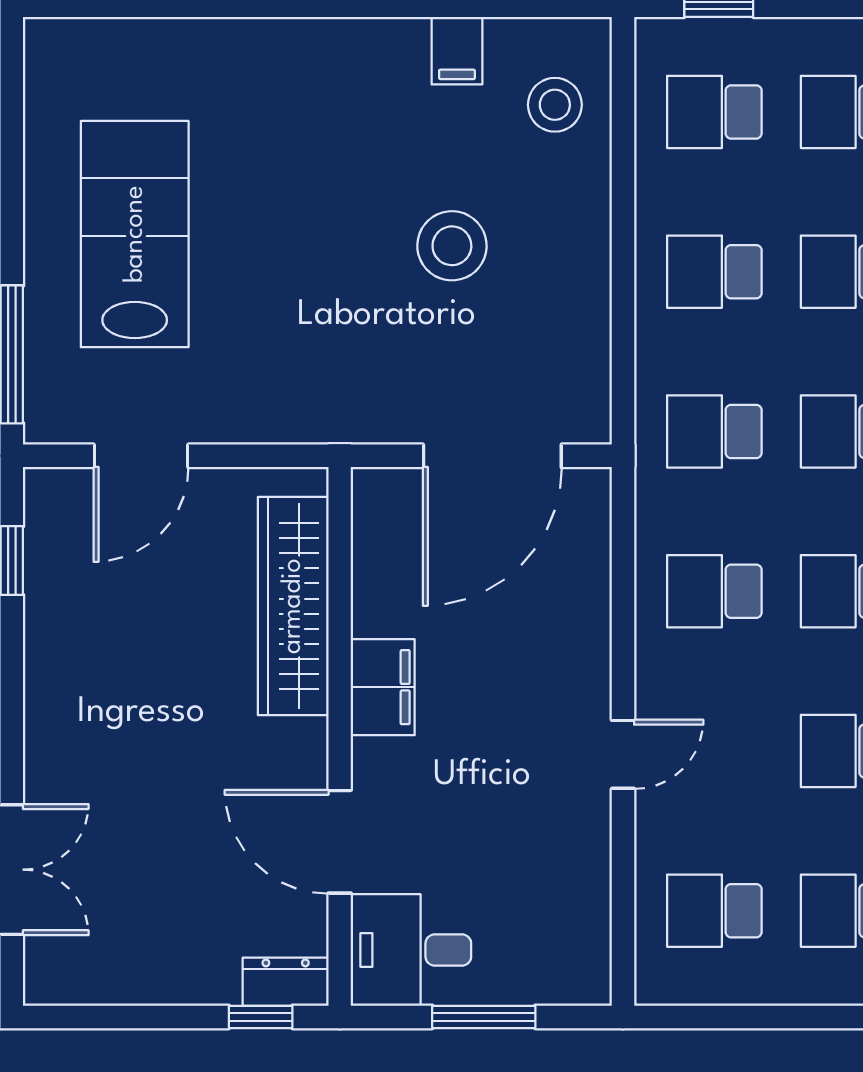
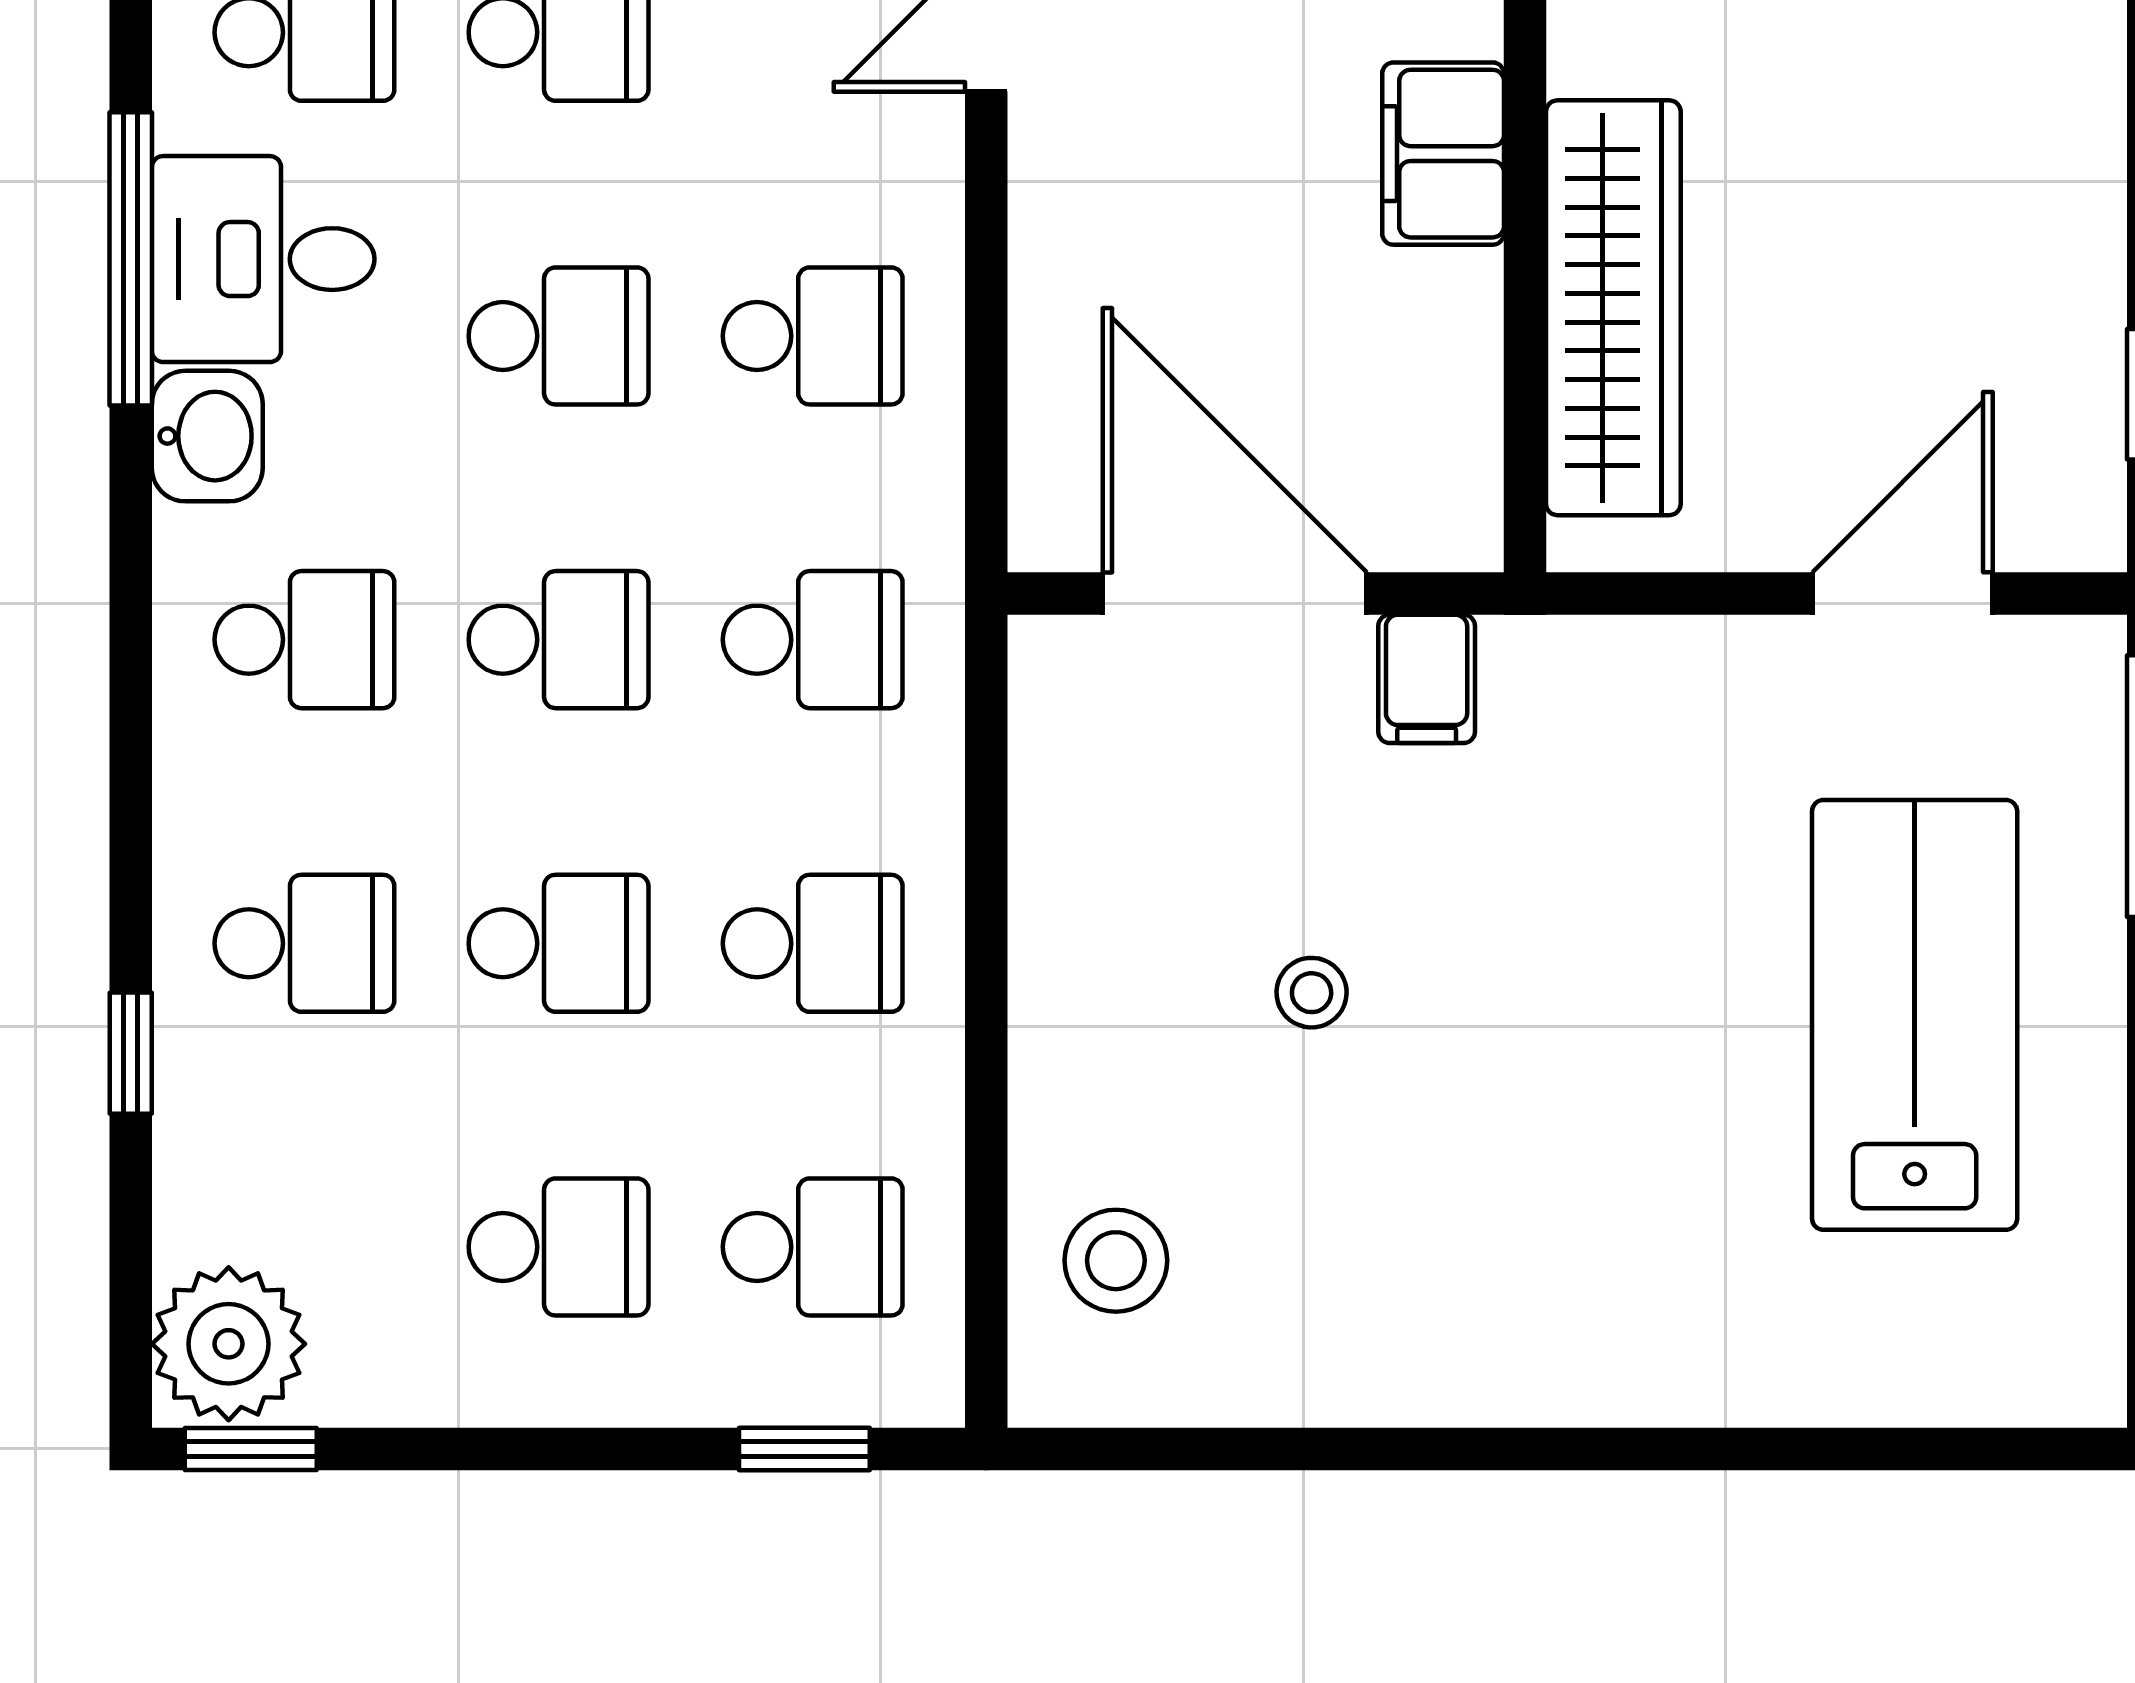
filing cabinet: (457, 51) -> (1427, 679), moved, turned 180
lab bench: (135, 234) -> (1915, 1015), turned 180
stool: (452, 246) -> (1312, 993), width x0.53, depth x0.53
door: (492, 456) -> (1235, 593), hinge flipped

